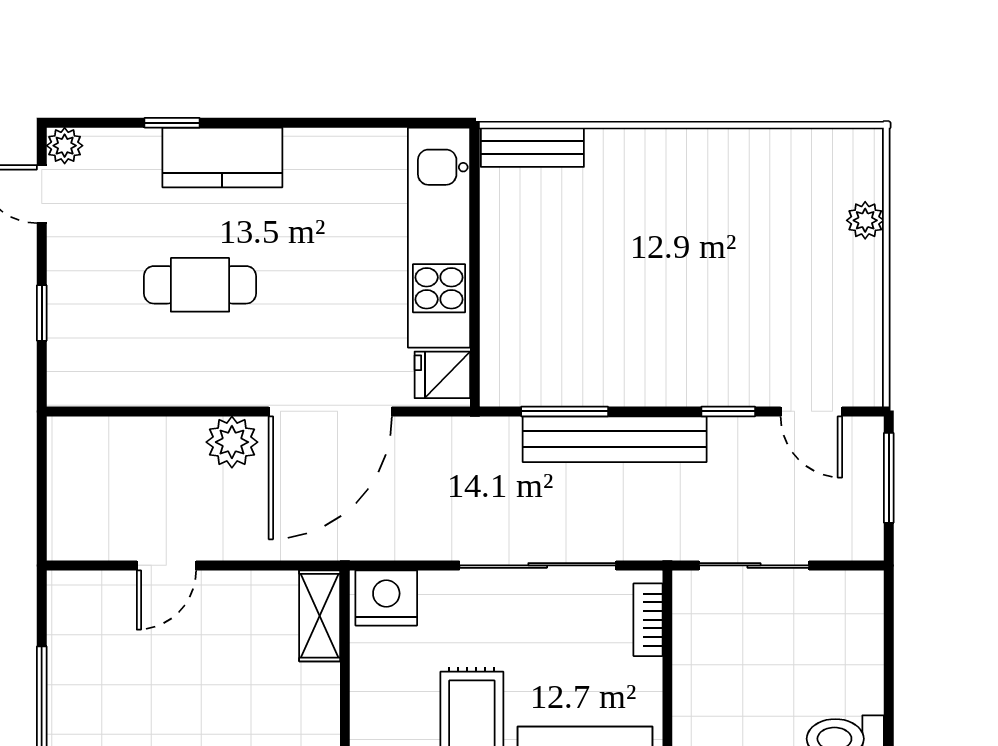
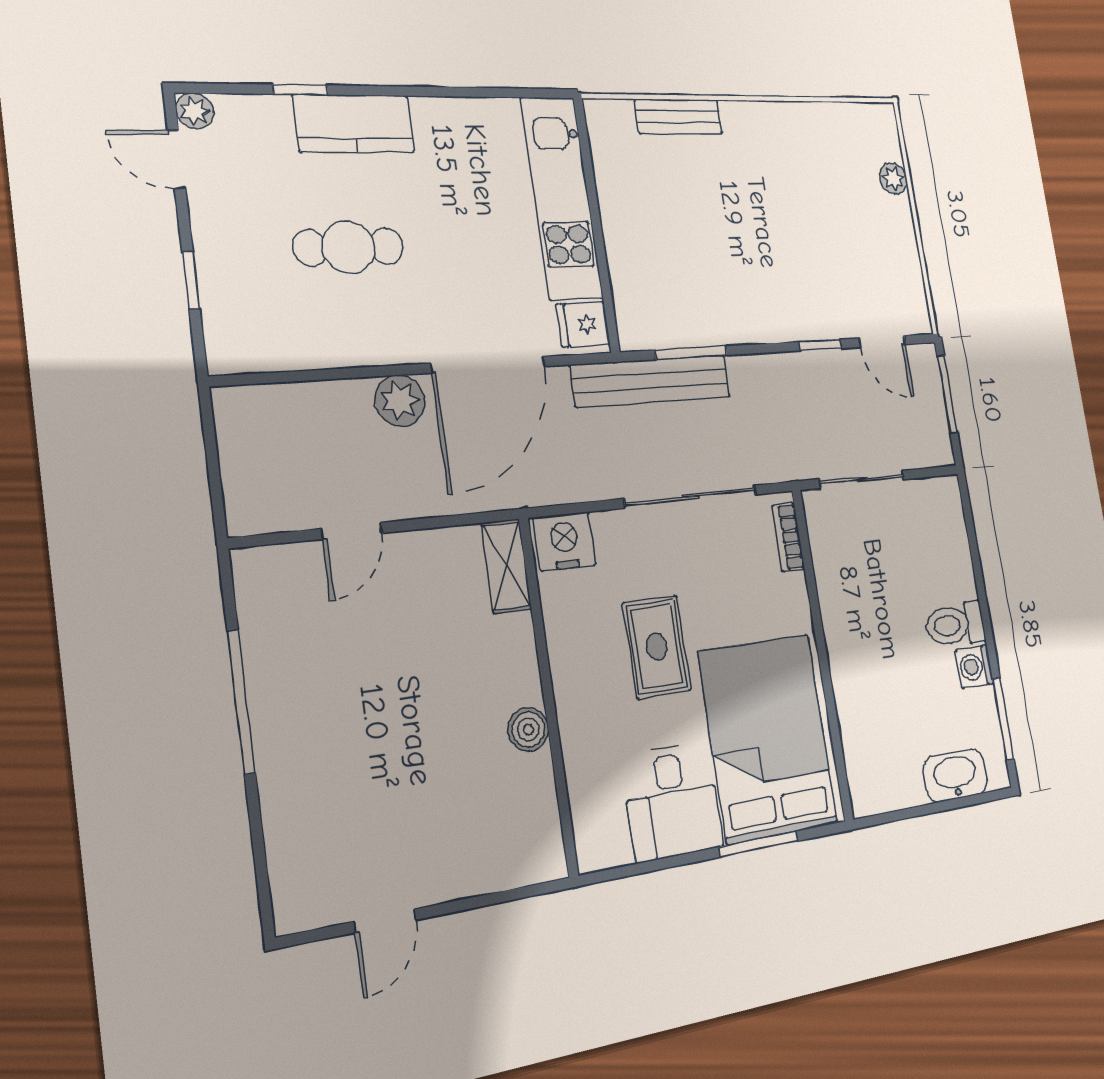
bench: (532, 147) -> (678, 117), moved
bench: (615, 439) -> (651, 381), moved

